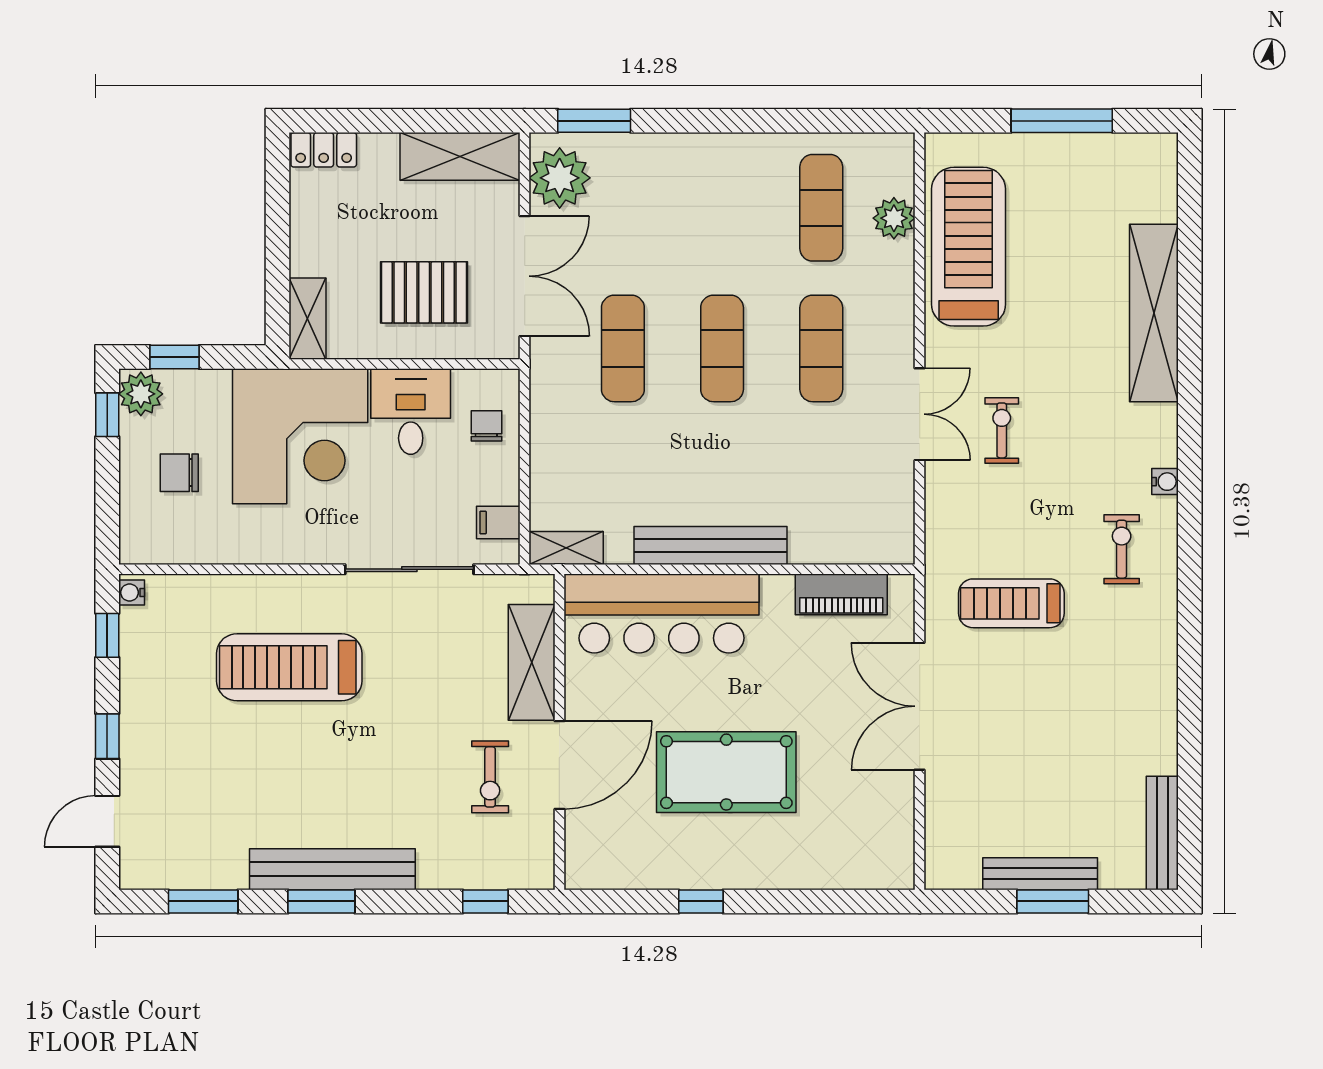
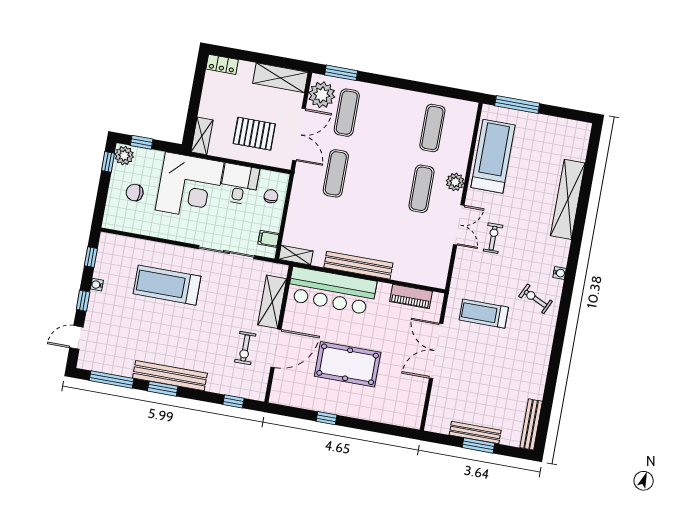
window: (1062, 121) -> (517, 104), moved
plant: (894, 218) -> (455, 182), moved
exercise mat: (722, 348) -> (347, 113), moved
exercise bike: (1122, 549) -> (536, 299), turned -65
water cooler: (132, 592) -> (97, 285), moved
window: (203, 901) -> (112, 379), width x1.44

